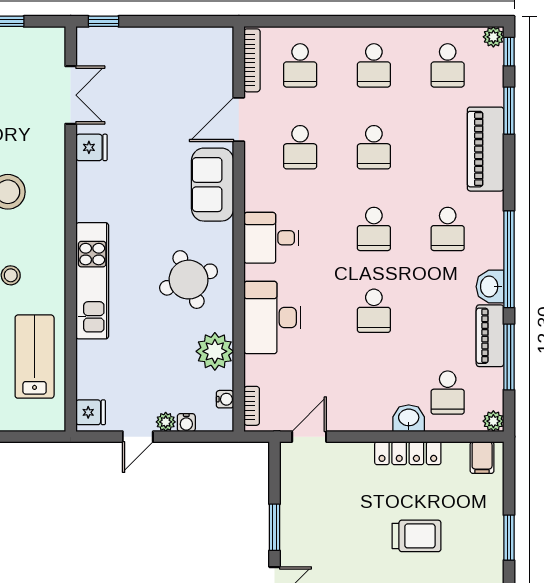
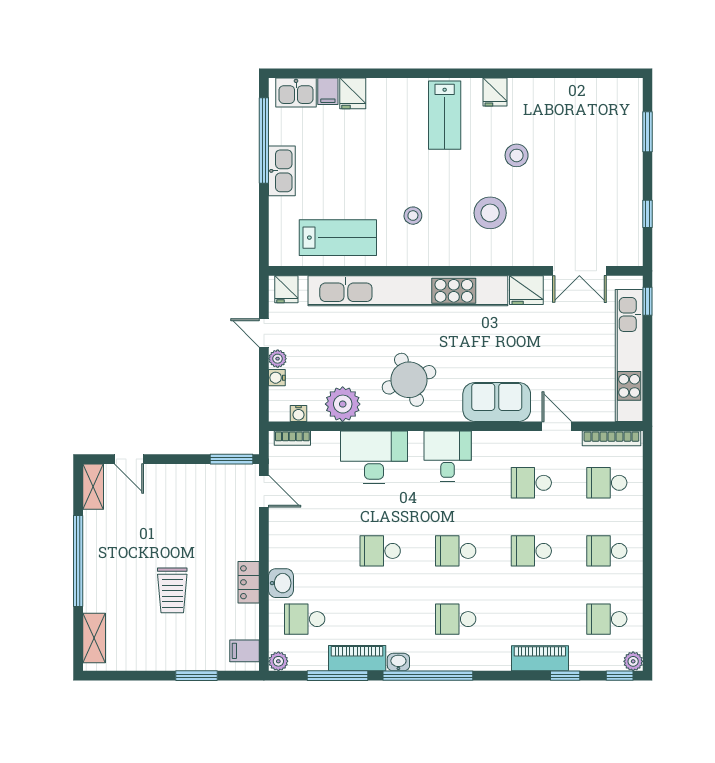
kitchen unit: (162, 41) -> (629, 355), added
window: (509, 111) -> (565, 676), width x0.67
door: (239, 120) -> (557, 426), width x0.73
fridge: (91, 147) -> (526, 290), width x1.38
piano: (486, 149) -> (540, 658), width x0.73, depth x0.75
kitchen unit: (92, 281) -> (408, 291), width x1.86
washbasin: (490, 287) -> (398, 662), width x0.72, depth x0.69
locker: (408, 453) -> (249, 582), width x0.66
window: (275, 527) -> (231, 459), moved
window: (509, 538) -> (196, 676), moved

